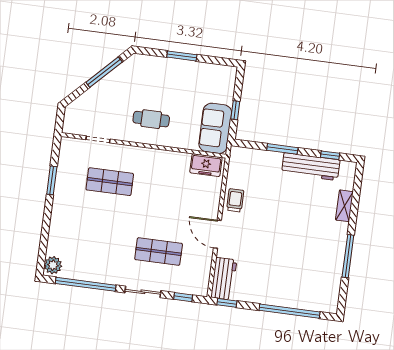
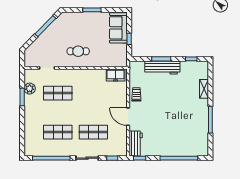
sofa: (215, 128) -> (118, 28), moved
workbench: (311, 167) -> (162, 68), moved
shop shelf: (102, 244) -> (58, 132), added
plant: (53, 265) -> (30, 89), moved

